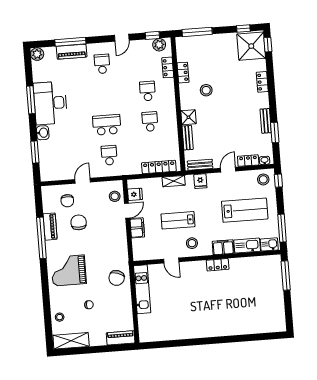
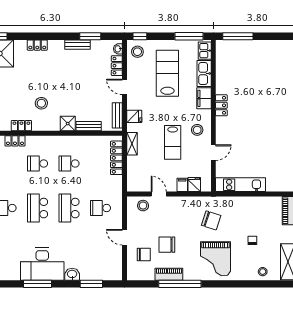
school desk: (104, 94) -> (38, 208), added
fridge: (135, 194) -> (194, 184), moved
filing cabinet: (137, 228) -> (182, 185), width x0.50
chair: (117, 278) -> (211, 220), moved

